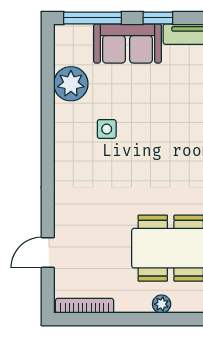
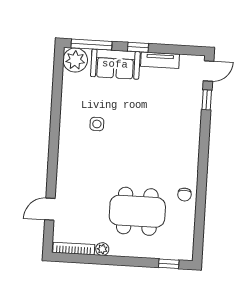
plant: (71, 84) -> (75, 60), moved
plant: (162, 304) -> (102, 249), moved

